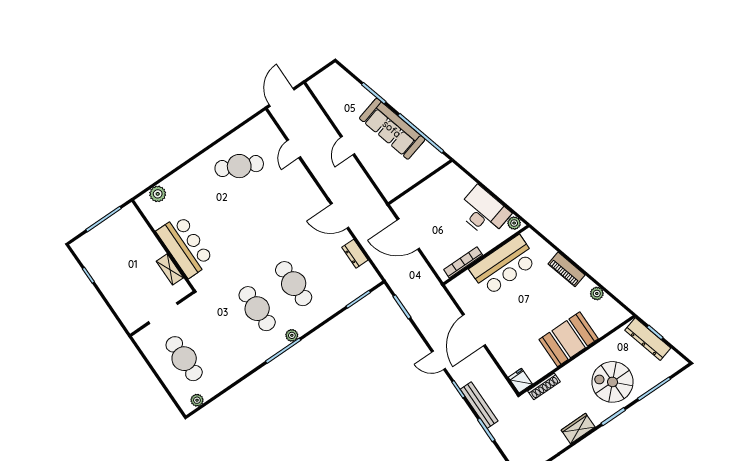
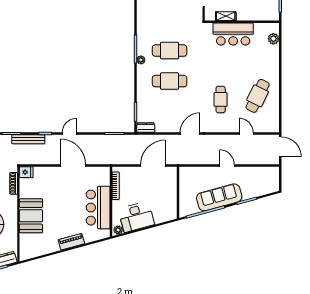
cafe table: (274, 207) -> (221, 99), added
dresser: (355, 254) -> (146, 128), moved
plant: (597, 293) -> (46, 250), removed

